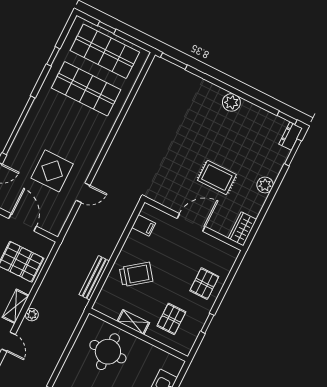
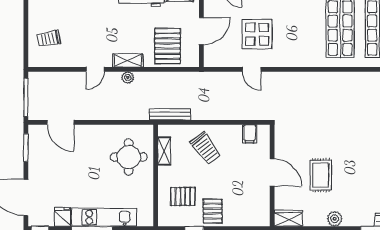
bench: (94, 278) -> (170, 114), moved
pallet: (204, 284) -> (213, 211), moved, turned 90
shelving: (133, 322) -> (164, 151), moved

